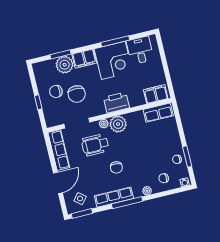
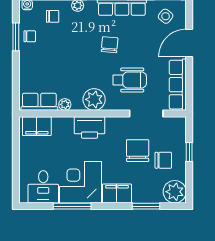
plant: (65, 65) -> (175, 192), moved
plant: (104, 124) -> (65, 104), moved

